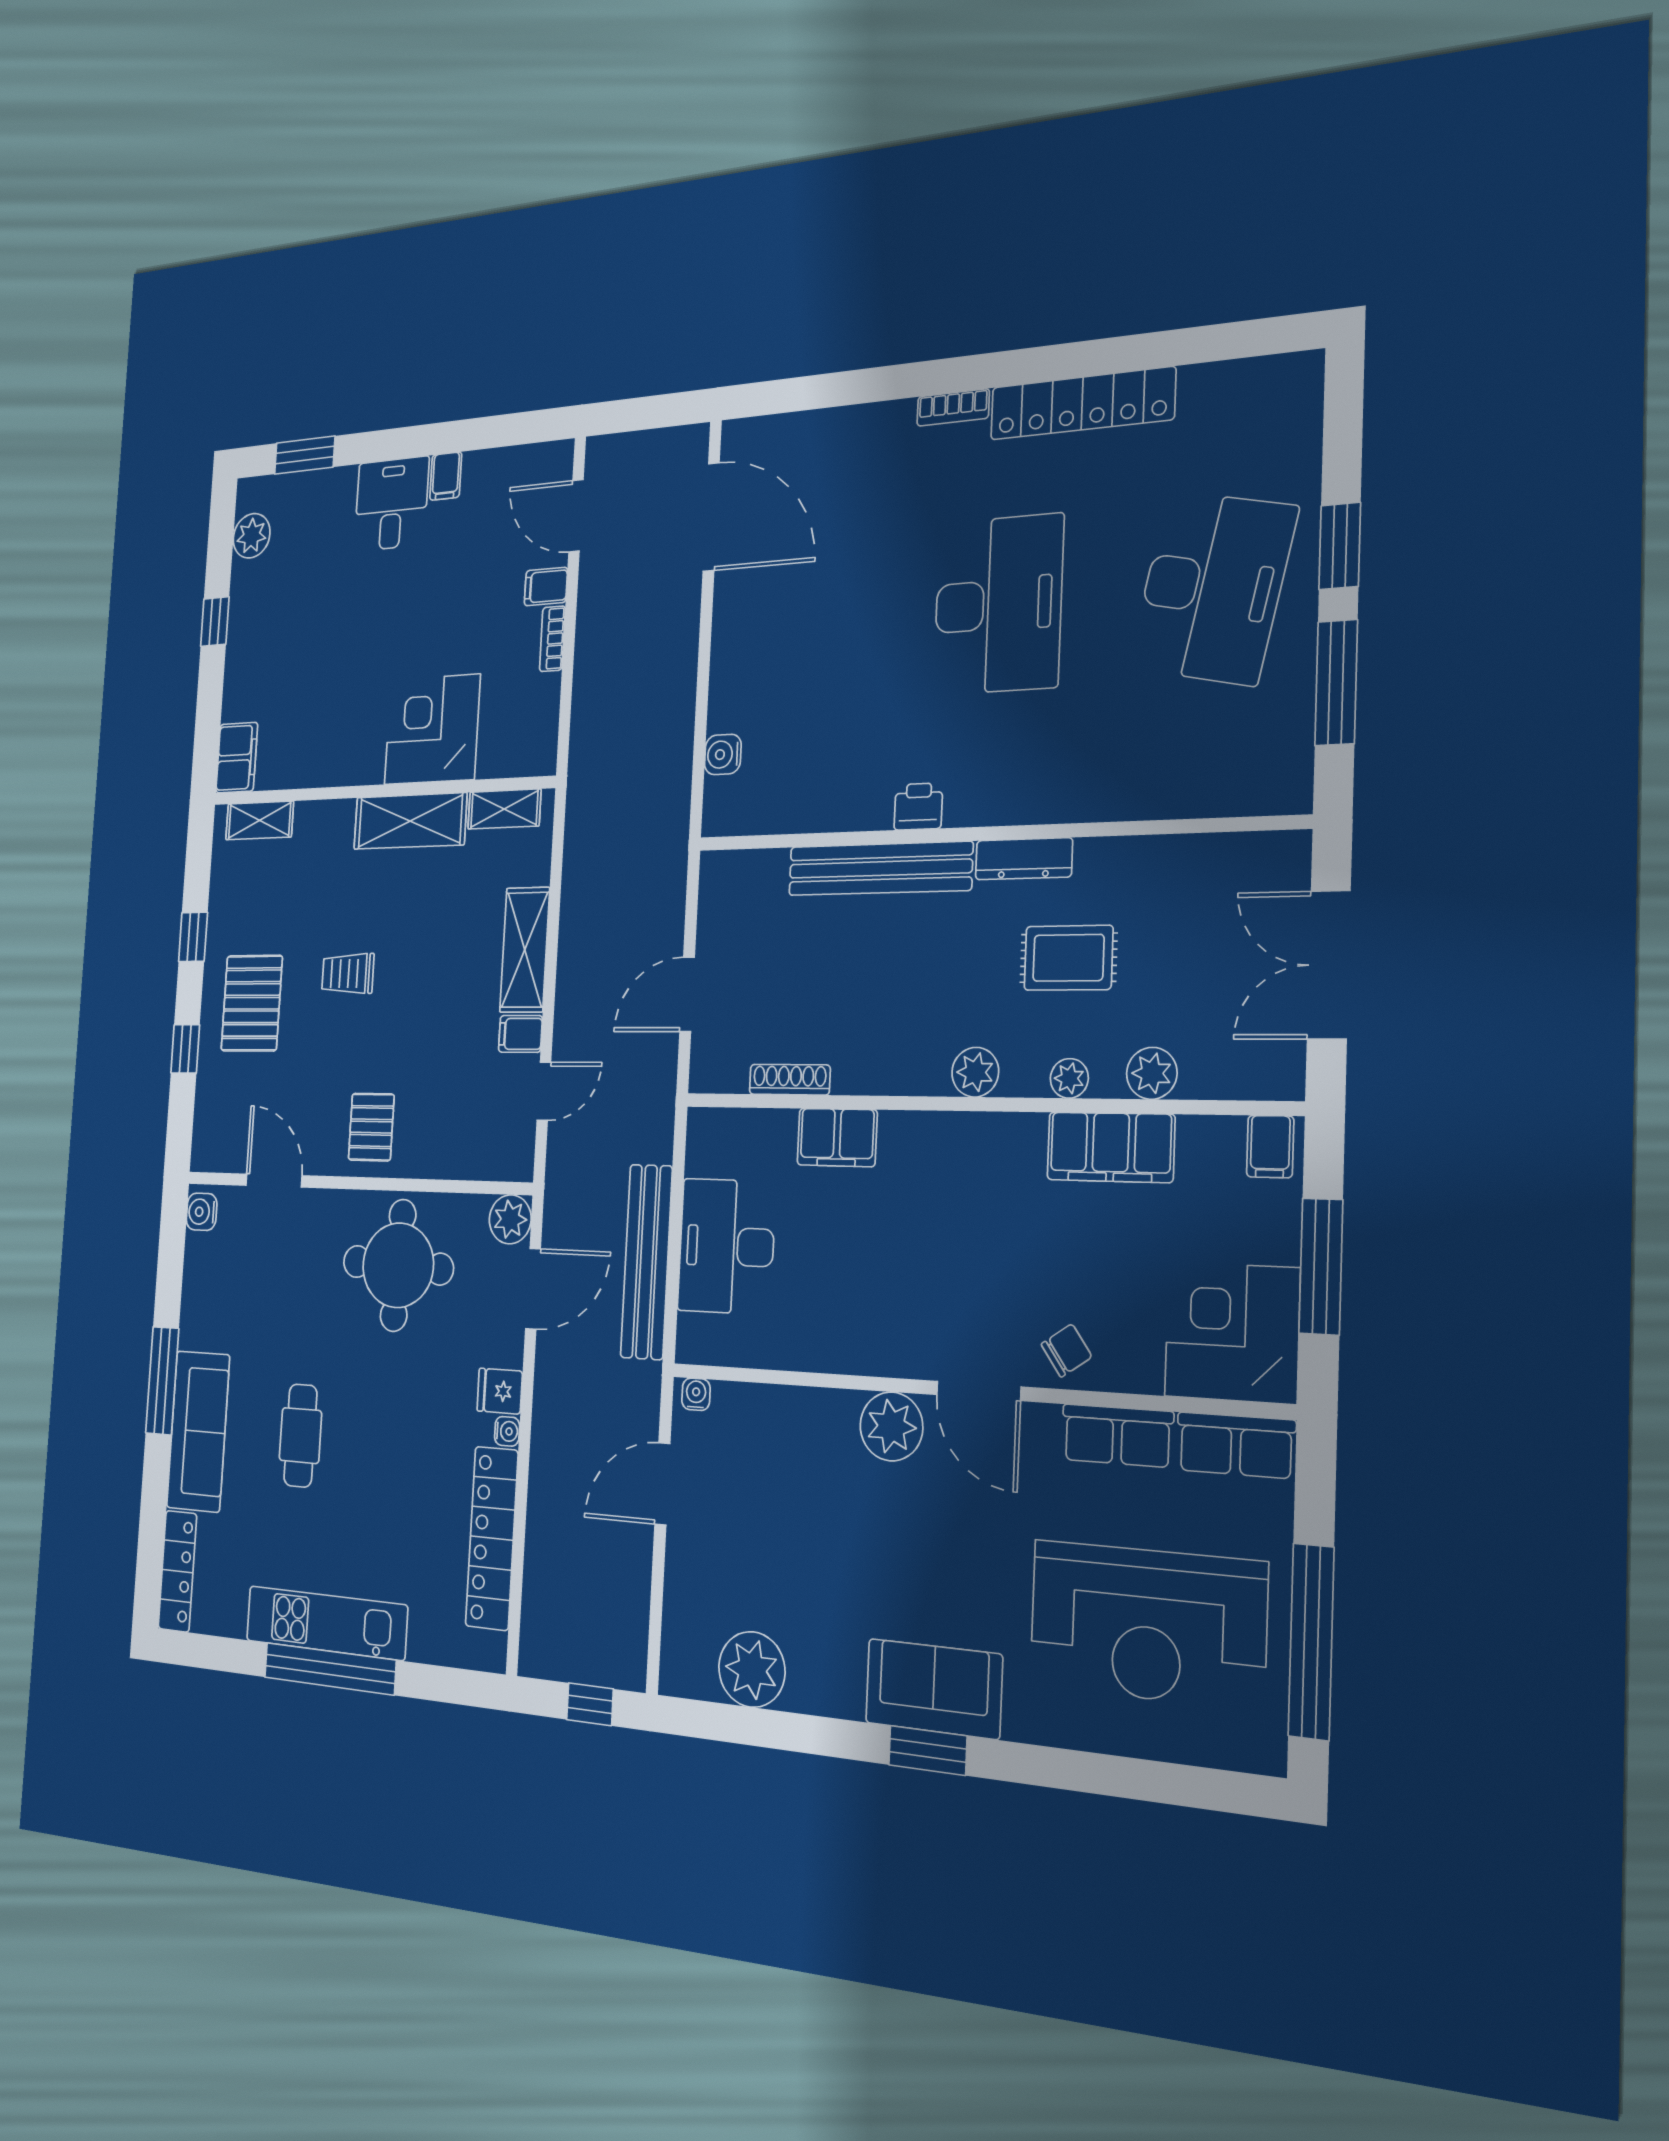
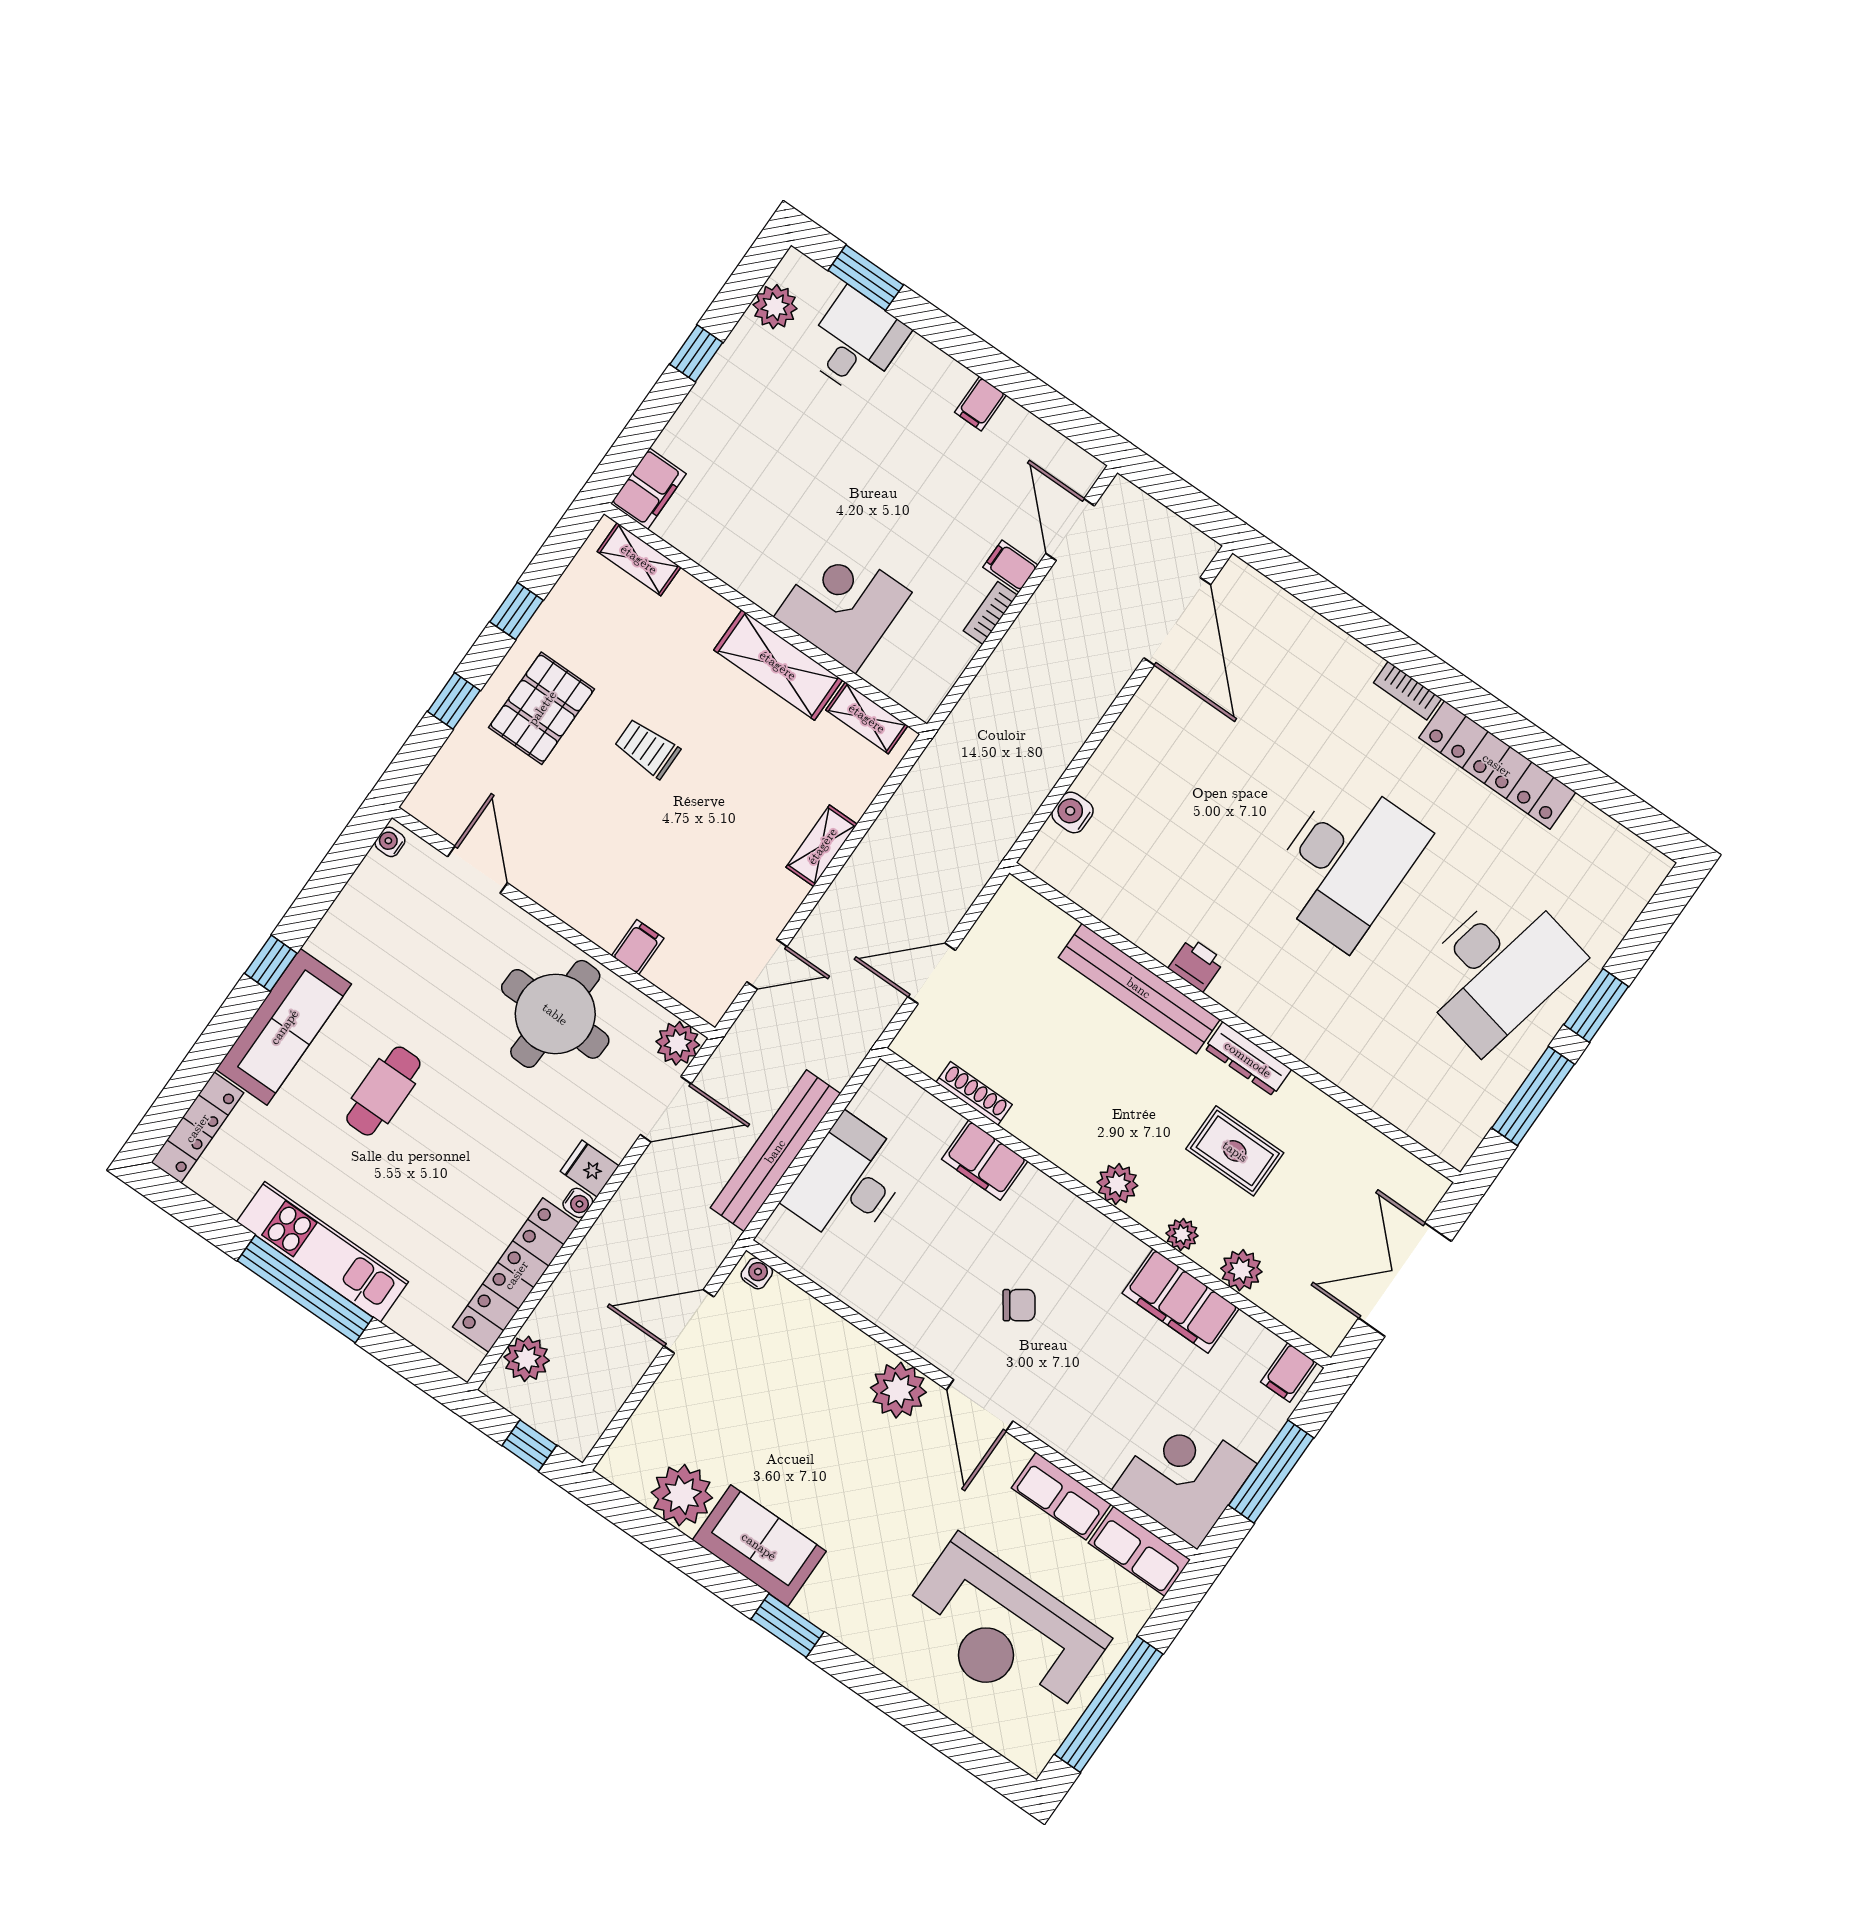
desk: (392, 504) -> (855, 342), moved
shelving: (525, 950) -> (822, 846), width x0.67, depth x0.75
filing cabinet: (520, 1034) -> (638, 947), moved, turned 90
pallet: (371, 1127) -> (595, 888), removed
water cooler: (202, 1212) -> (390, 842), width x0.72, depth x0.72
chair: (1066, 1350) -> (1019, 1305), moved
window: (162, 1381) -> (271, 963), width x0.46
plant: (543, 1616) -> (527, 1359), added
sofa: (934, 1689) -> (759, 1546), moved

